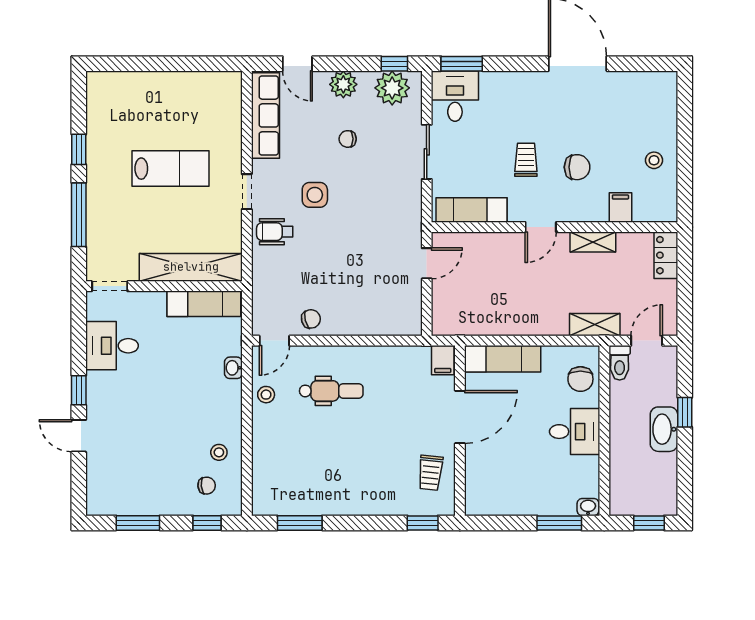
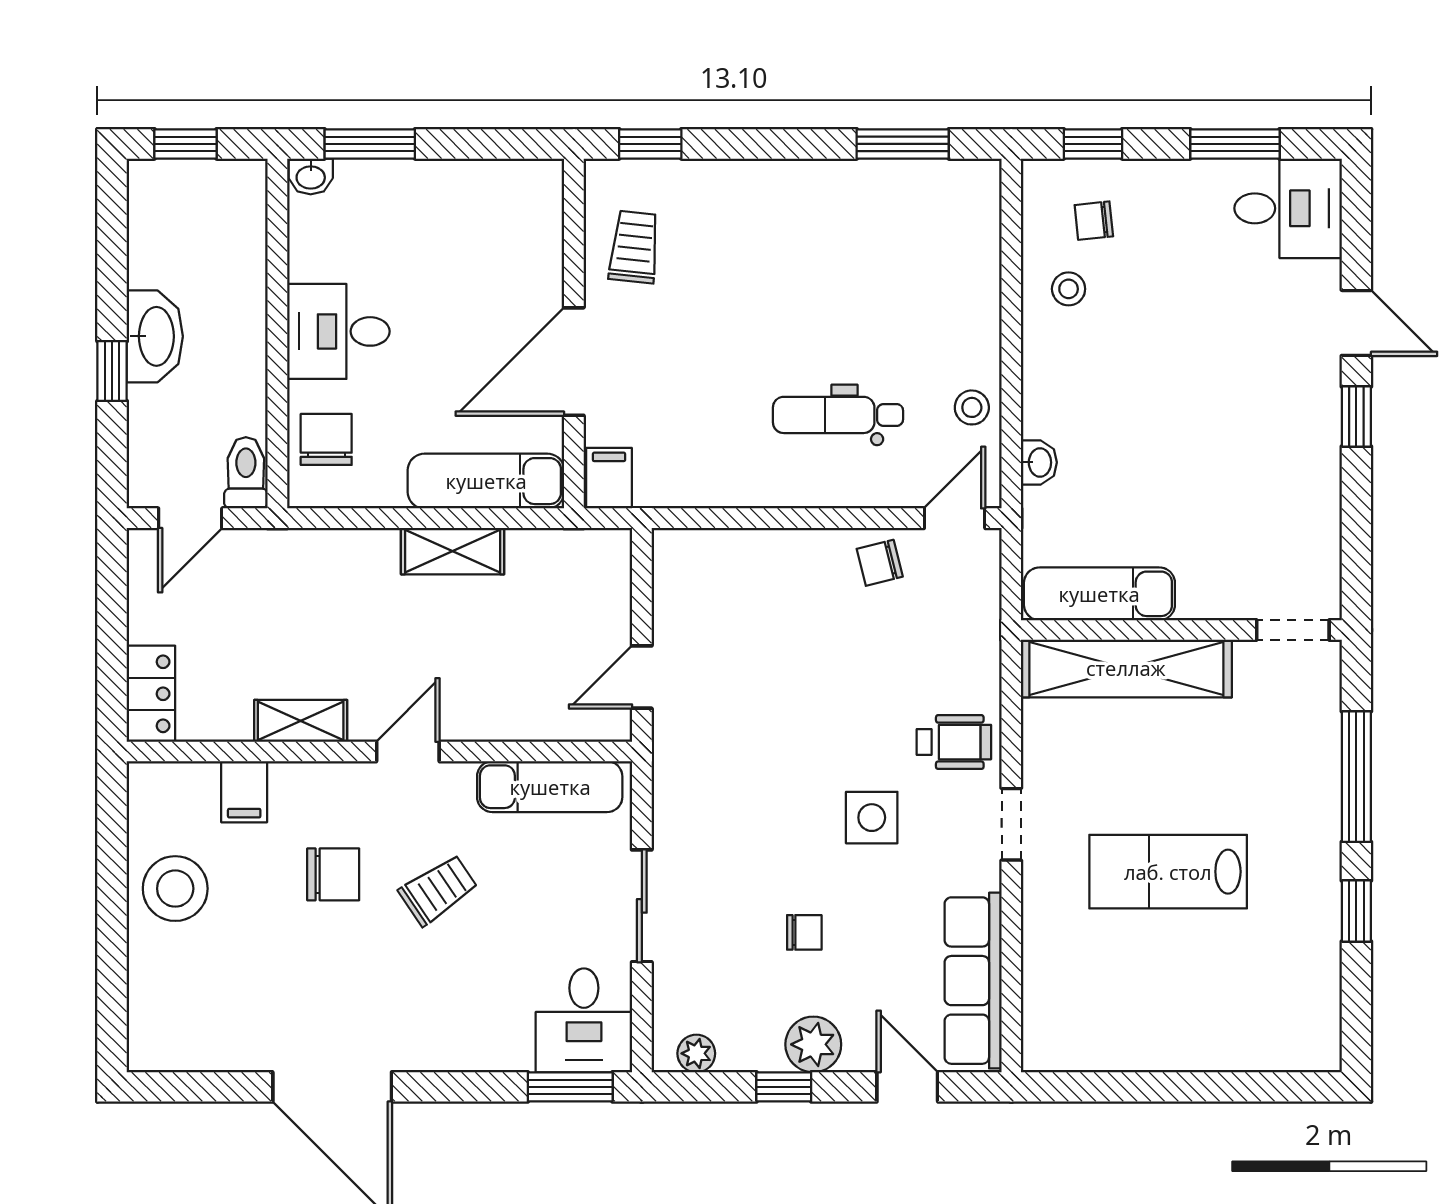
window: (394, 64) -> (784, 1087), moved
plant: (392, 88) -> (696, 1053), width x0.53, depth x0.53
trolley: (526, 160) -> (438, 890), turned -124
stool: (654, 160) -> (175, 889), width x1.89, depth x1.89
chair: (577, 167) -> (333, 874), turned 180
shelving: (595, 325) -> (453, 551), moved
desk: (112, 346) -> (1288, 208), moved

